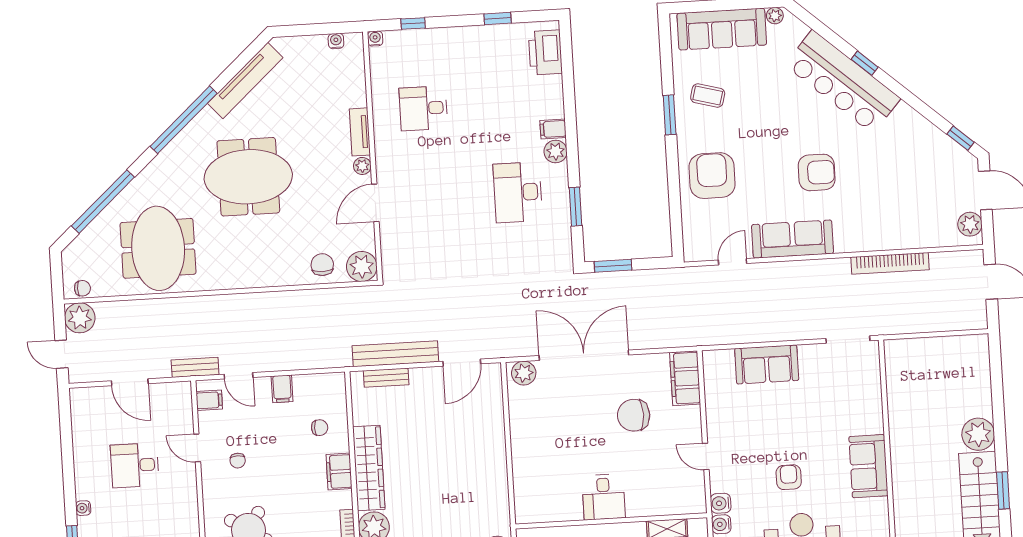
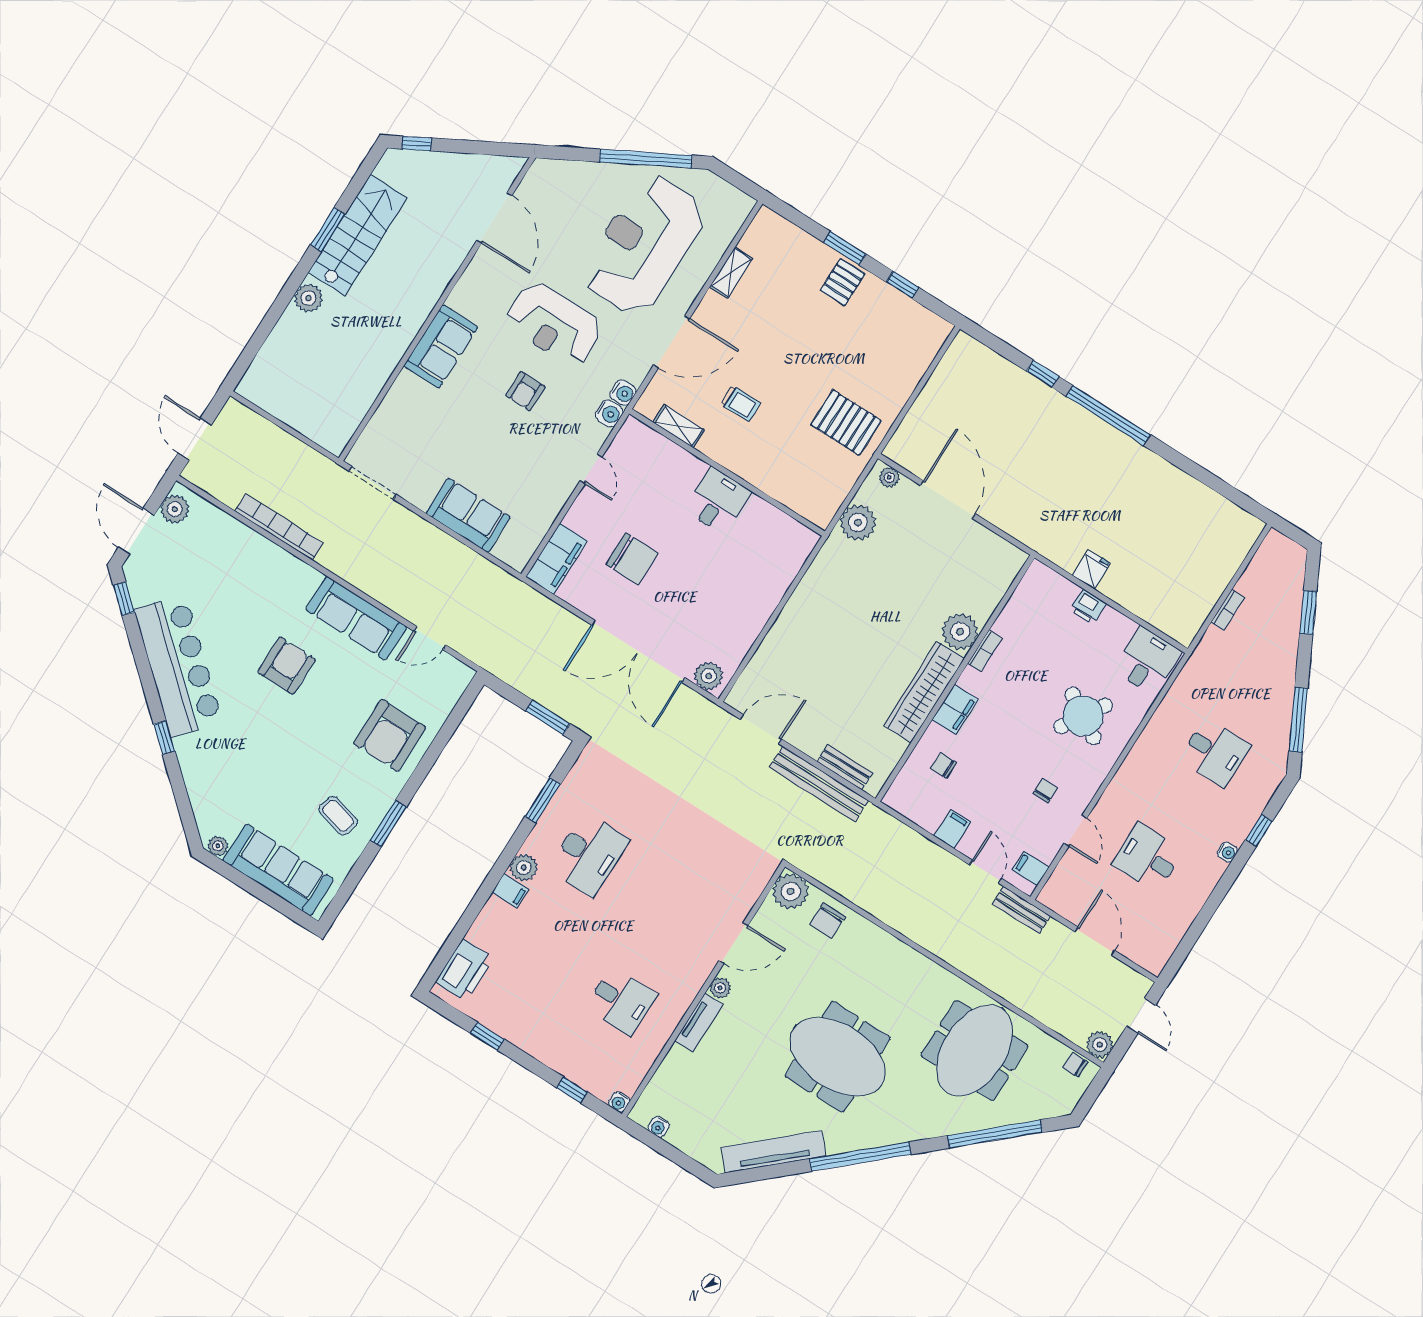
bar counter: (843, 82) -> (178, 666), moved
armchair: (817, 172) -> (287, 666), turned 90
plant: (80, 318) -> (1100, 1045), width x0.73, depth x0.73
plant: (978, 434) -> (308, 298), width x0.73, depth x0.73
desk: (135, 465) -> (1148, 858), turned 180

